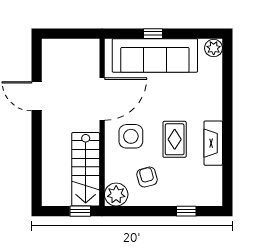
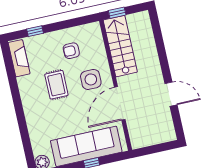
fireplace: (213, 143) -> (19, 58), moved
armchair: (147, 177) -> (71, 51), turned 105
plant: (116, 194) -> (92, 32), removed

